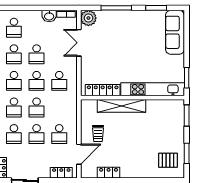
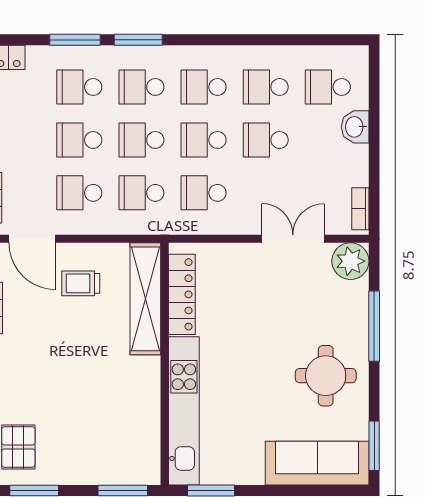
window: (156, 8) -> (374, 446), moved
washbasin: (49, 16) -> (355, 127), moved
round table: (137, 29) -> (326, 376), added
shelving: (122, 106) -> (145, 299), moved
school desk: (59, 107) -> (141, 193), added

